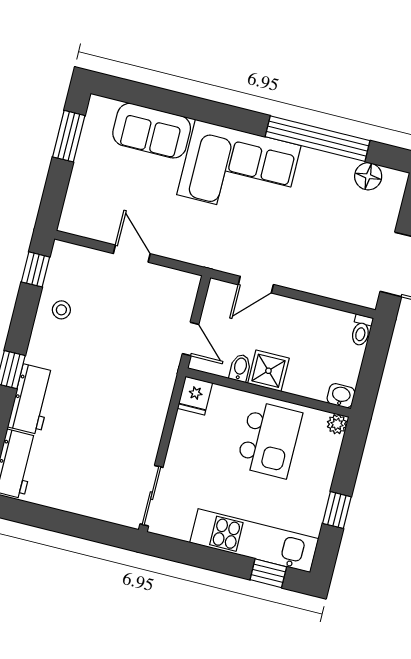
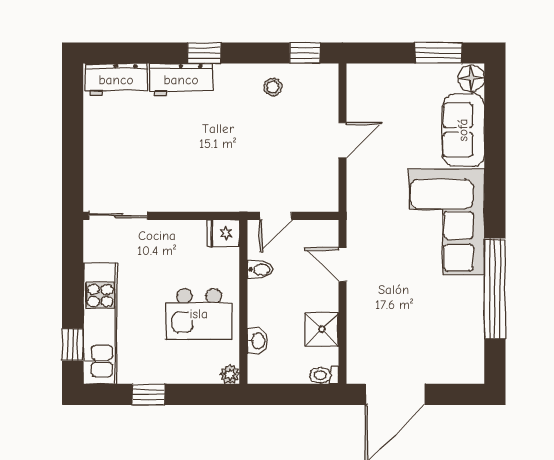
floor lamp: (368, 176) -> (471, 78), moved
shower: (268, 371) -> (322, 329), moved
washbasin: (341, 396) -> (258, 341), moved

